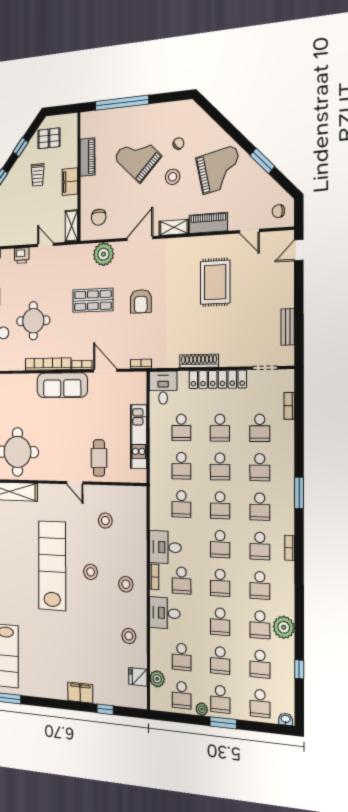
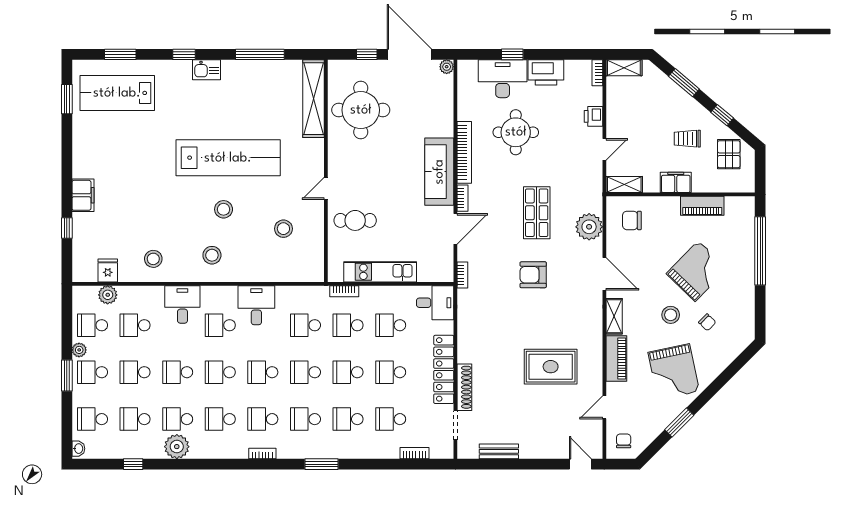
shoe rack: (199, 361) -> (464, 387), moved
bookcase: (154, 577) -> (344, 291), moved

